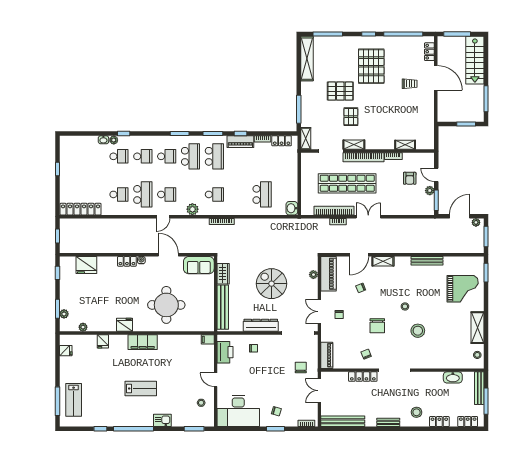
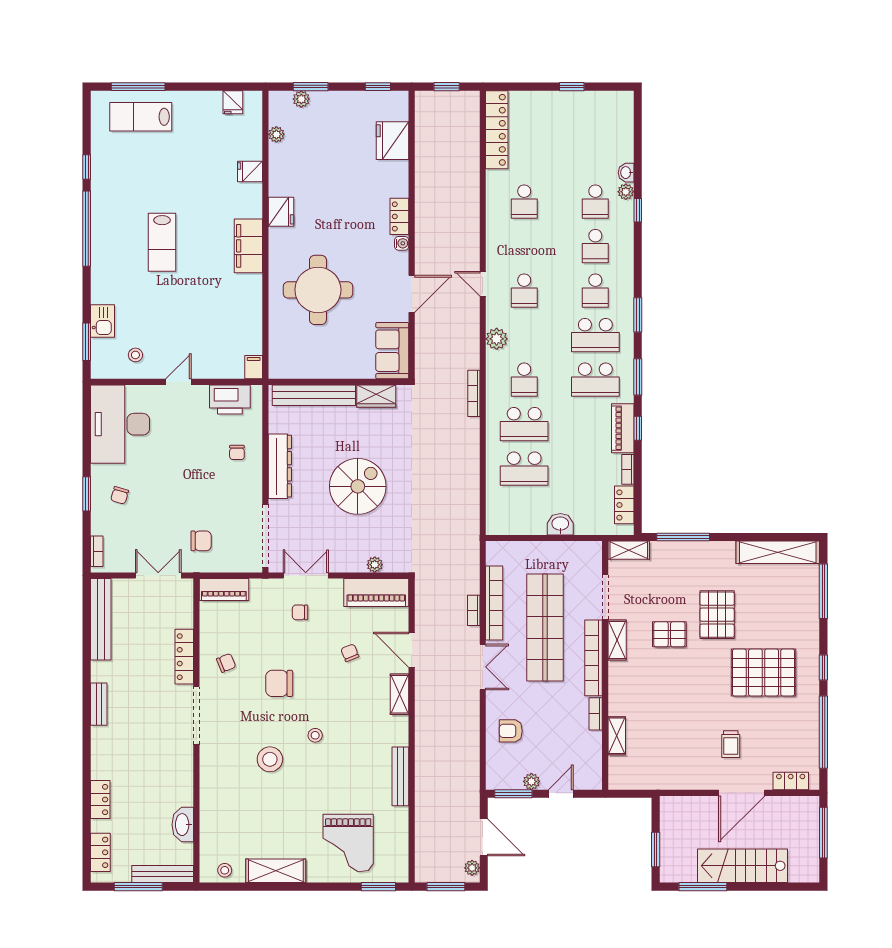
stairs: (475, 60) -> (743, 866), moved
armchair: (410, 178) -> (511, 731), moved
school desk: (143, 194) -> (524, 424), moved
washbasin: (292, 208) -> (560, 524), moved
stool: (417, 412) -> (118, 757), removed
kitchen sink: (162, 420) -> (102, 321), moved

